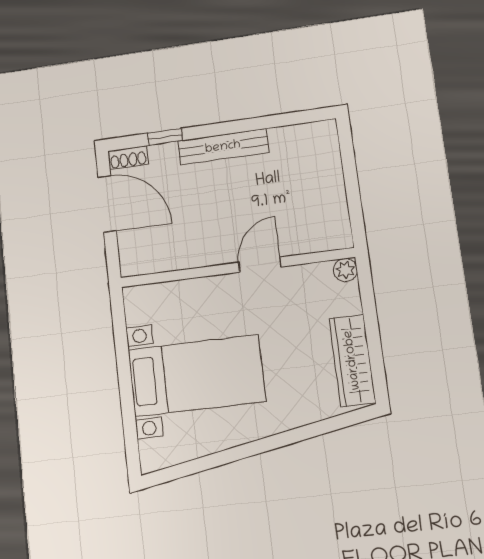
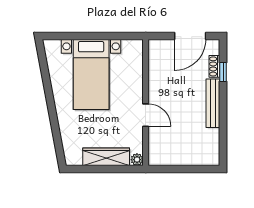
shoe rack: (128, 158) -> (214, 66), moved
wardrobe: (352, 360) -> (106, 157), moved

